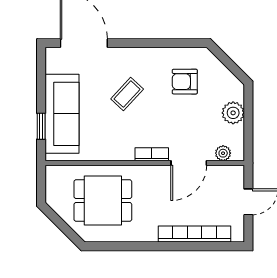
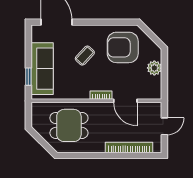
armchair: (185, 82) -> (123, 47), width x1.88, depth x1.88
plant: (223, 153) -> (148, 94), removed
door: (189, 163) -> (125, 101), hinge flipped

